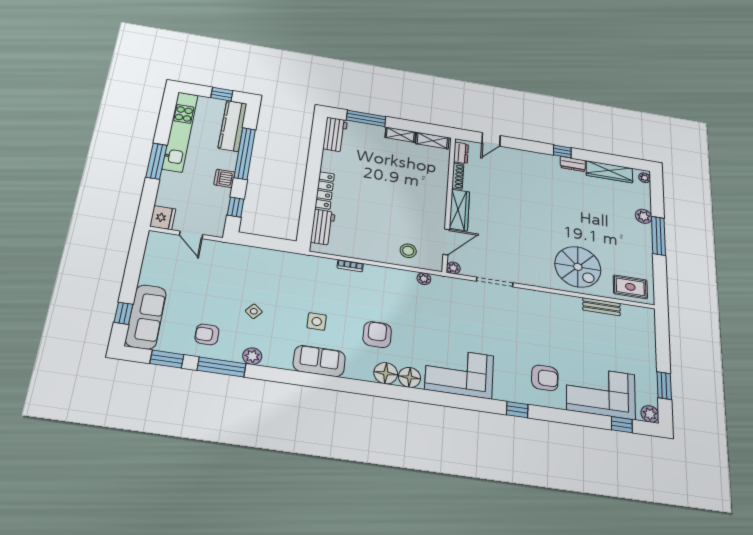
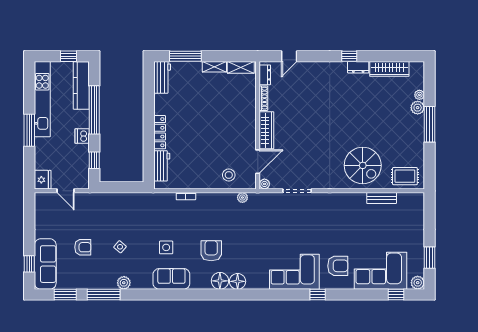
plant: (645, 178) -> (419, 95), moved
armchair: (207, 334) -> (83, 247), moved, turned 180
corner sofa: (459, 373) -> (294, 272), moved

